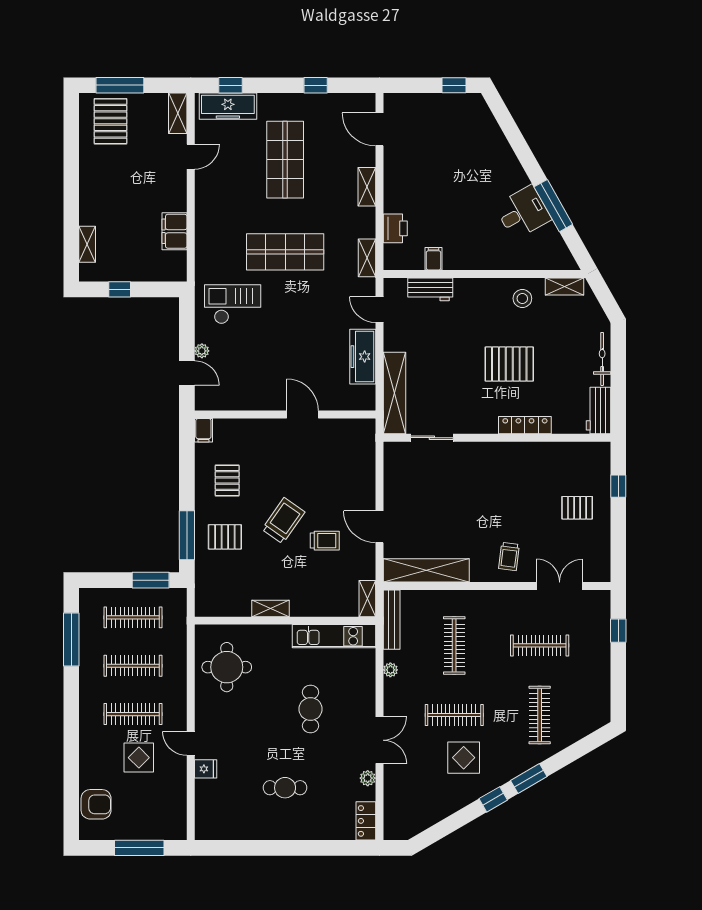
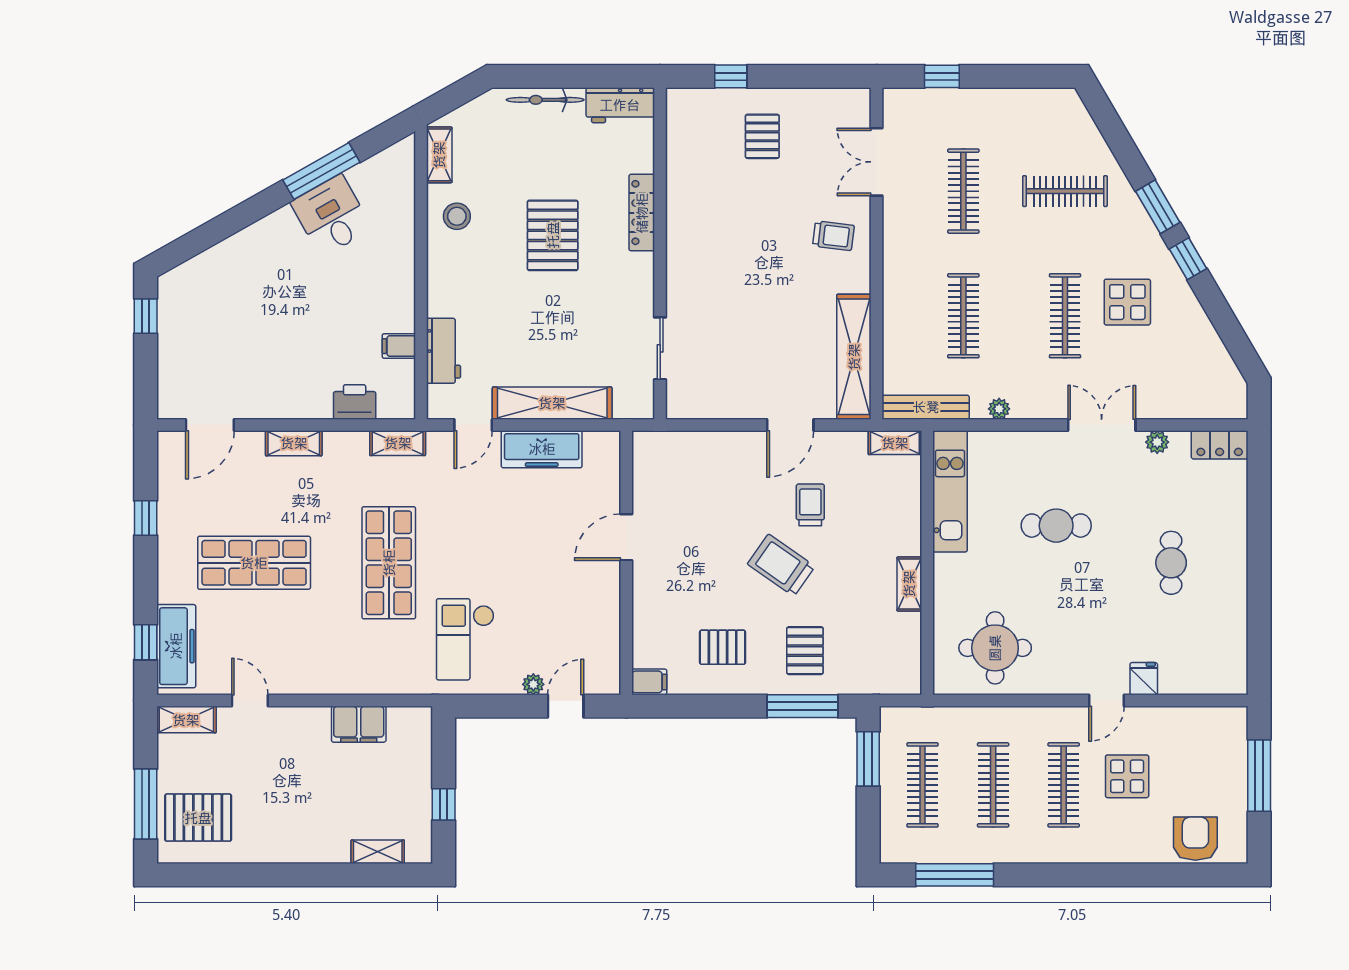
shelving: (394, 393) -> (552, 403), moved
clothes rail: (454, 645) -> (963, 316), turned 90

